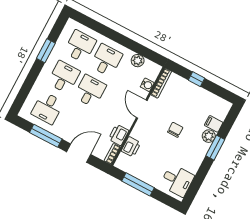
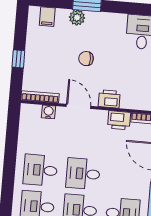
plant: (138, 61) -> (26, 134), removed
door: (142, 109) -> (79, 106), swing flipped
filing cabinet: (214, 124) -> (47, 17), moved
printer: (131, 147) -> (109, 99), moved

